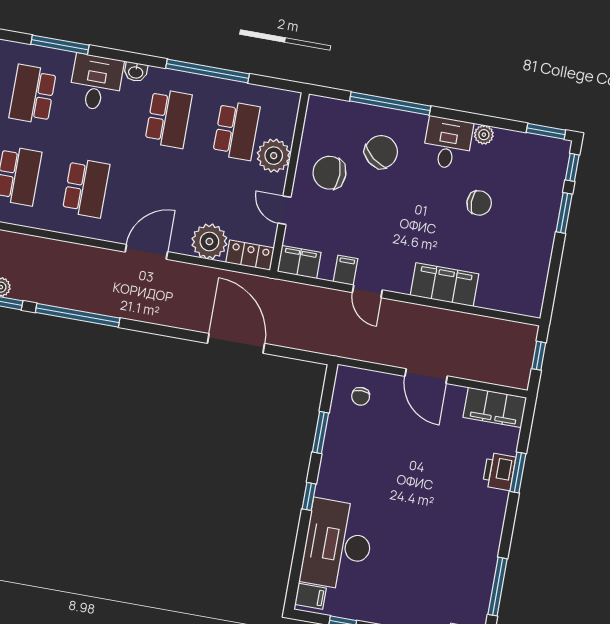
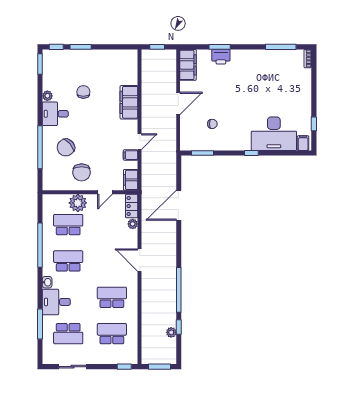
chair: (381, 152) -> (66, 147), turned -80
plant: (209, 242) -> (133, 224), width x0.53, depth x0.53
chair: (361, 396) -> (212, 124), moved
window: (320, 433) -> (202, 153), moved

